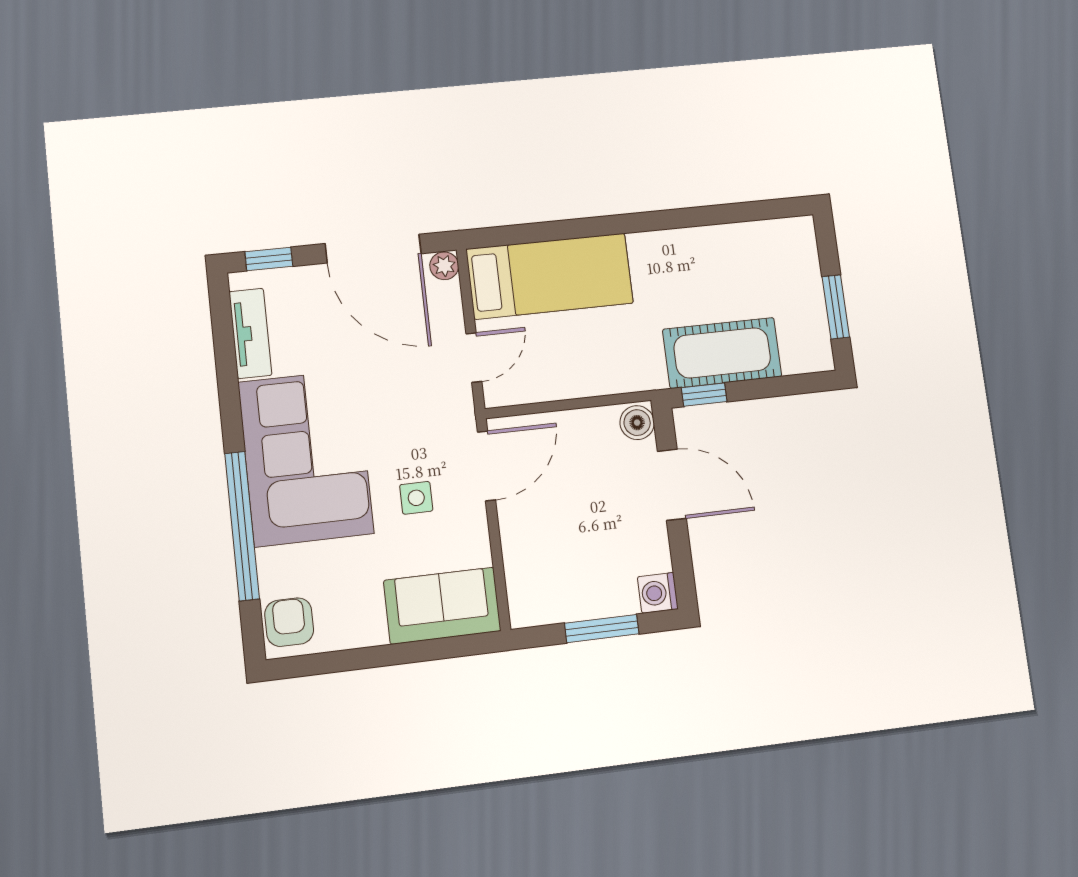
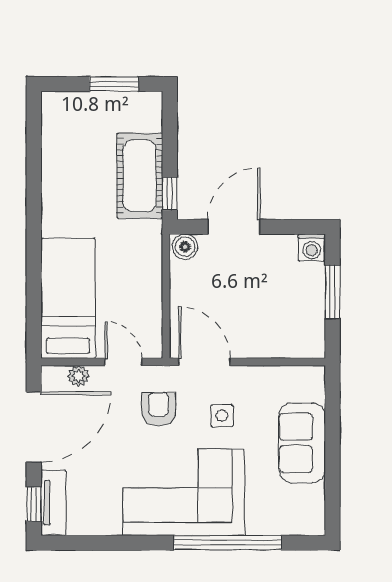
plant: (444, 266) -> (78, 376), moved
tv unit: (250, 333) -> (53, 503), moved, turned 90
sofa: (442, 606) -> (302, 443), moved
armchair: (289, 622) -> (159, 409), moved, turned 90

